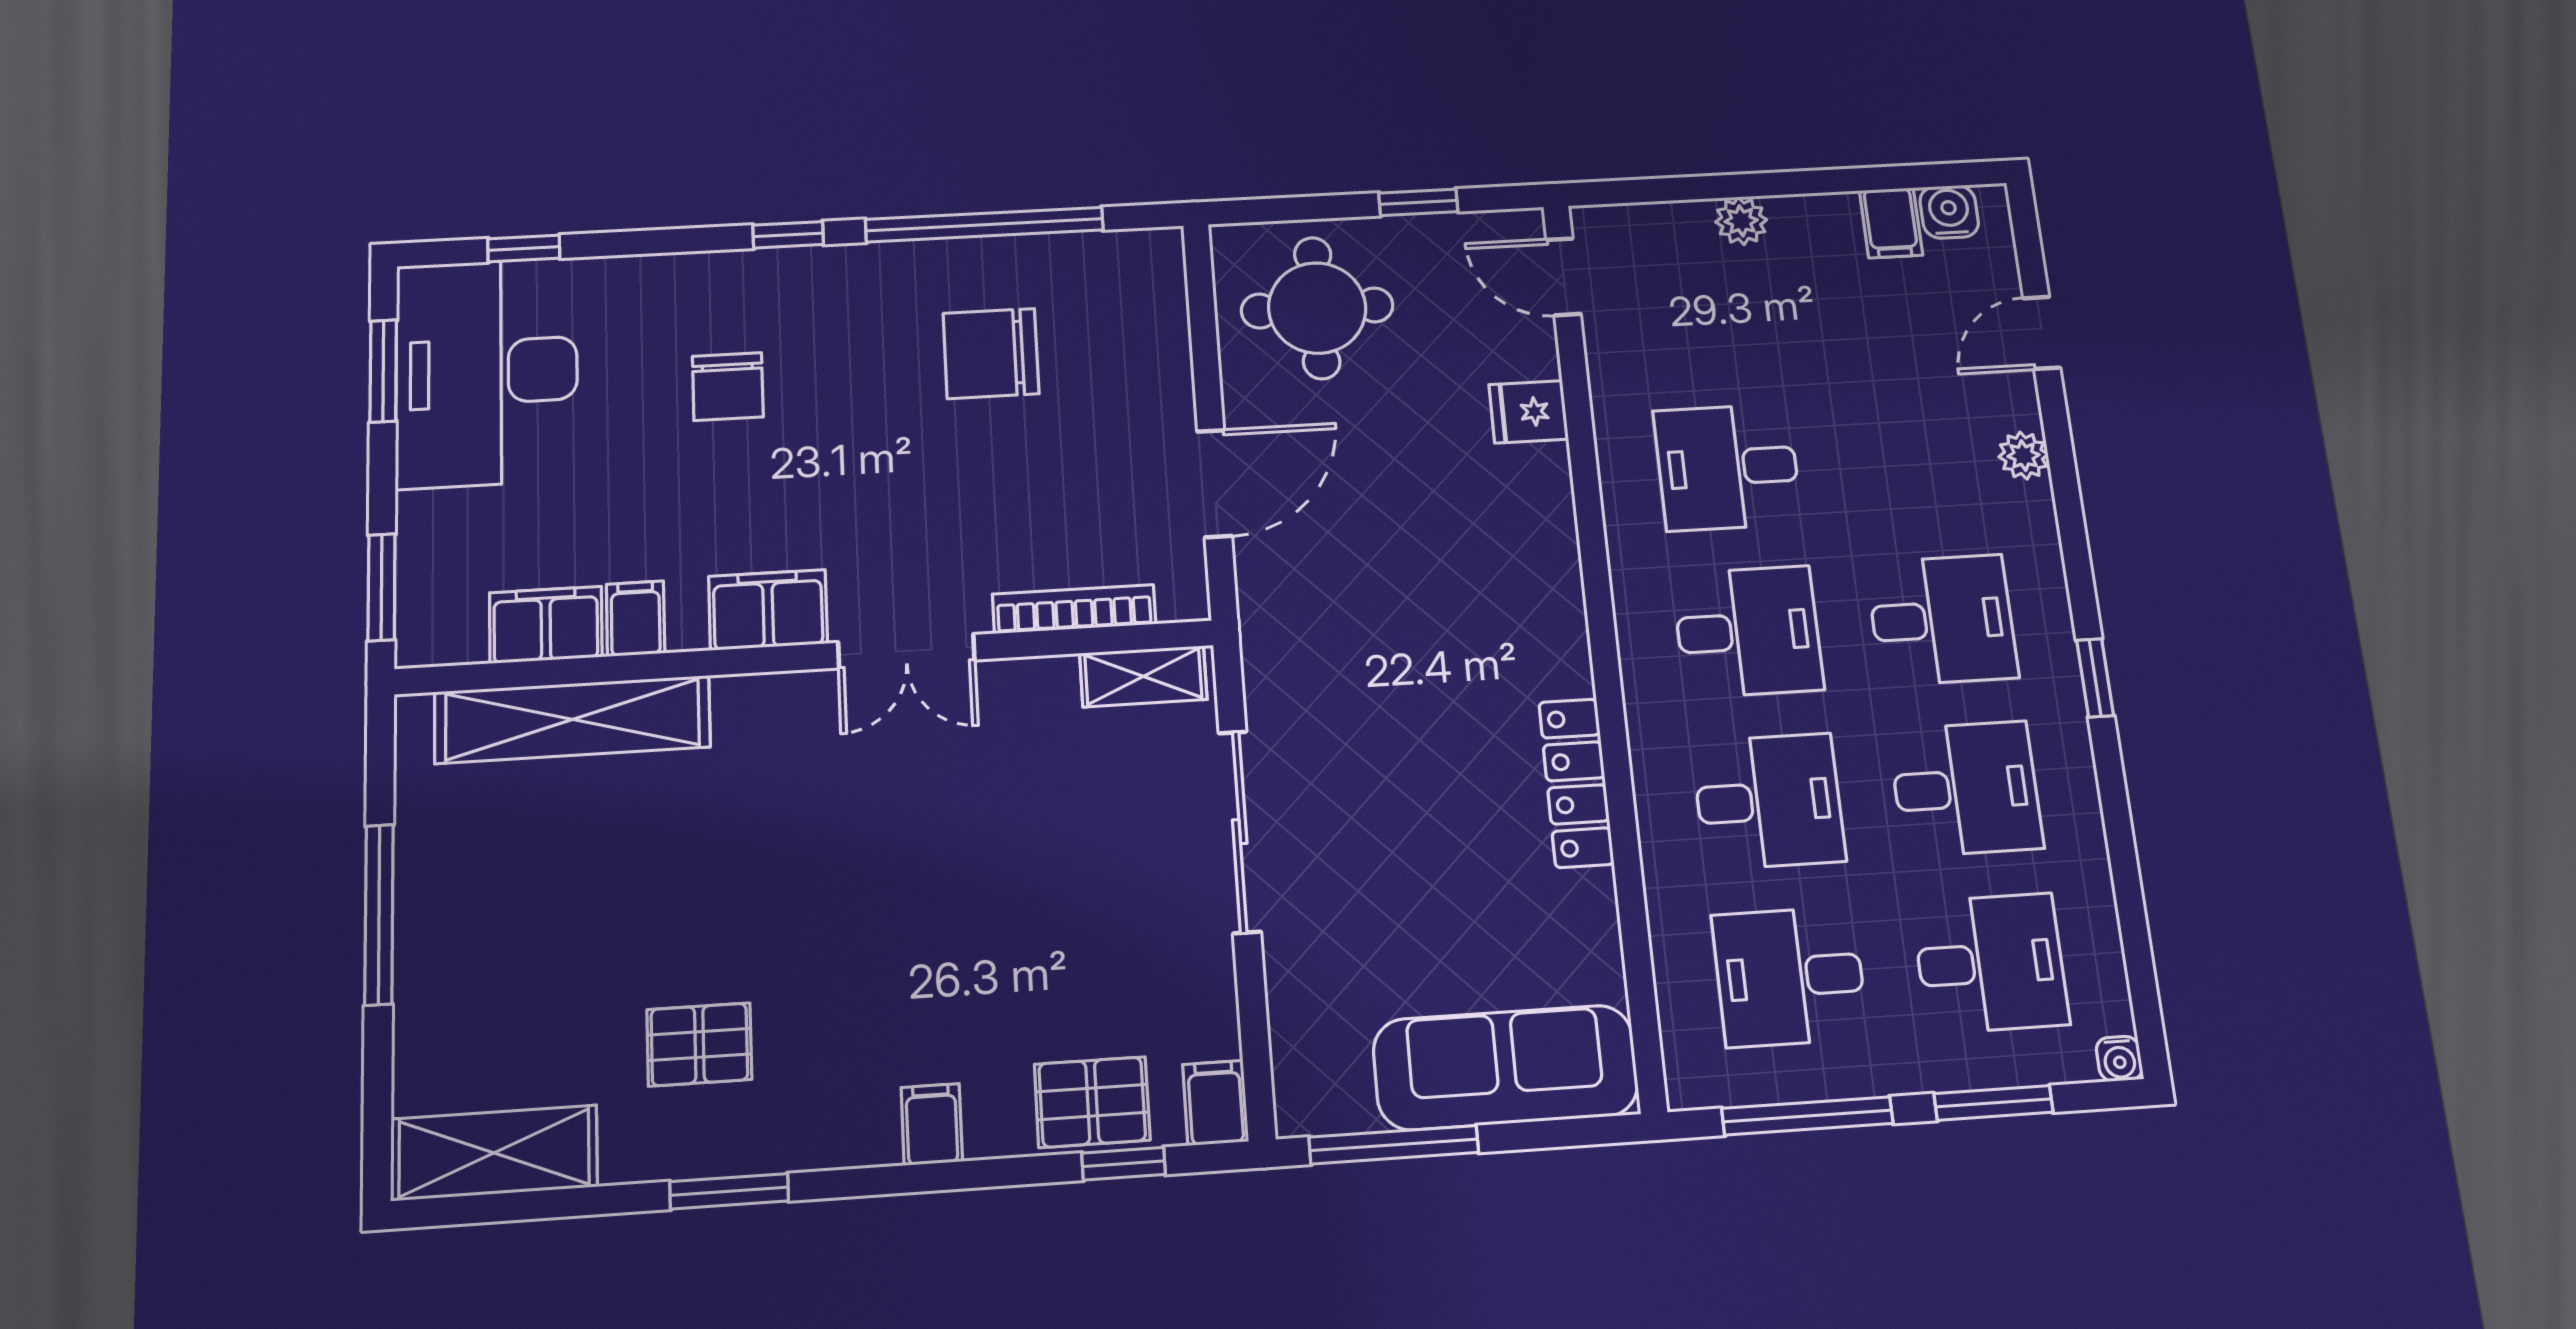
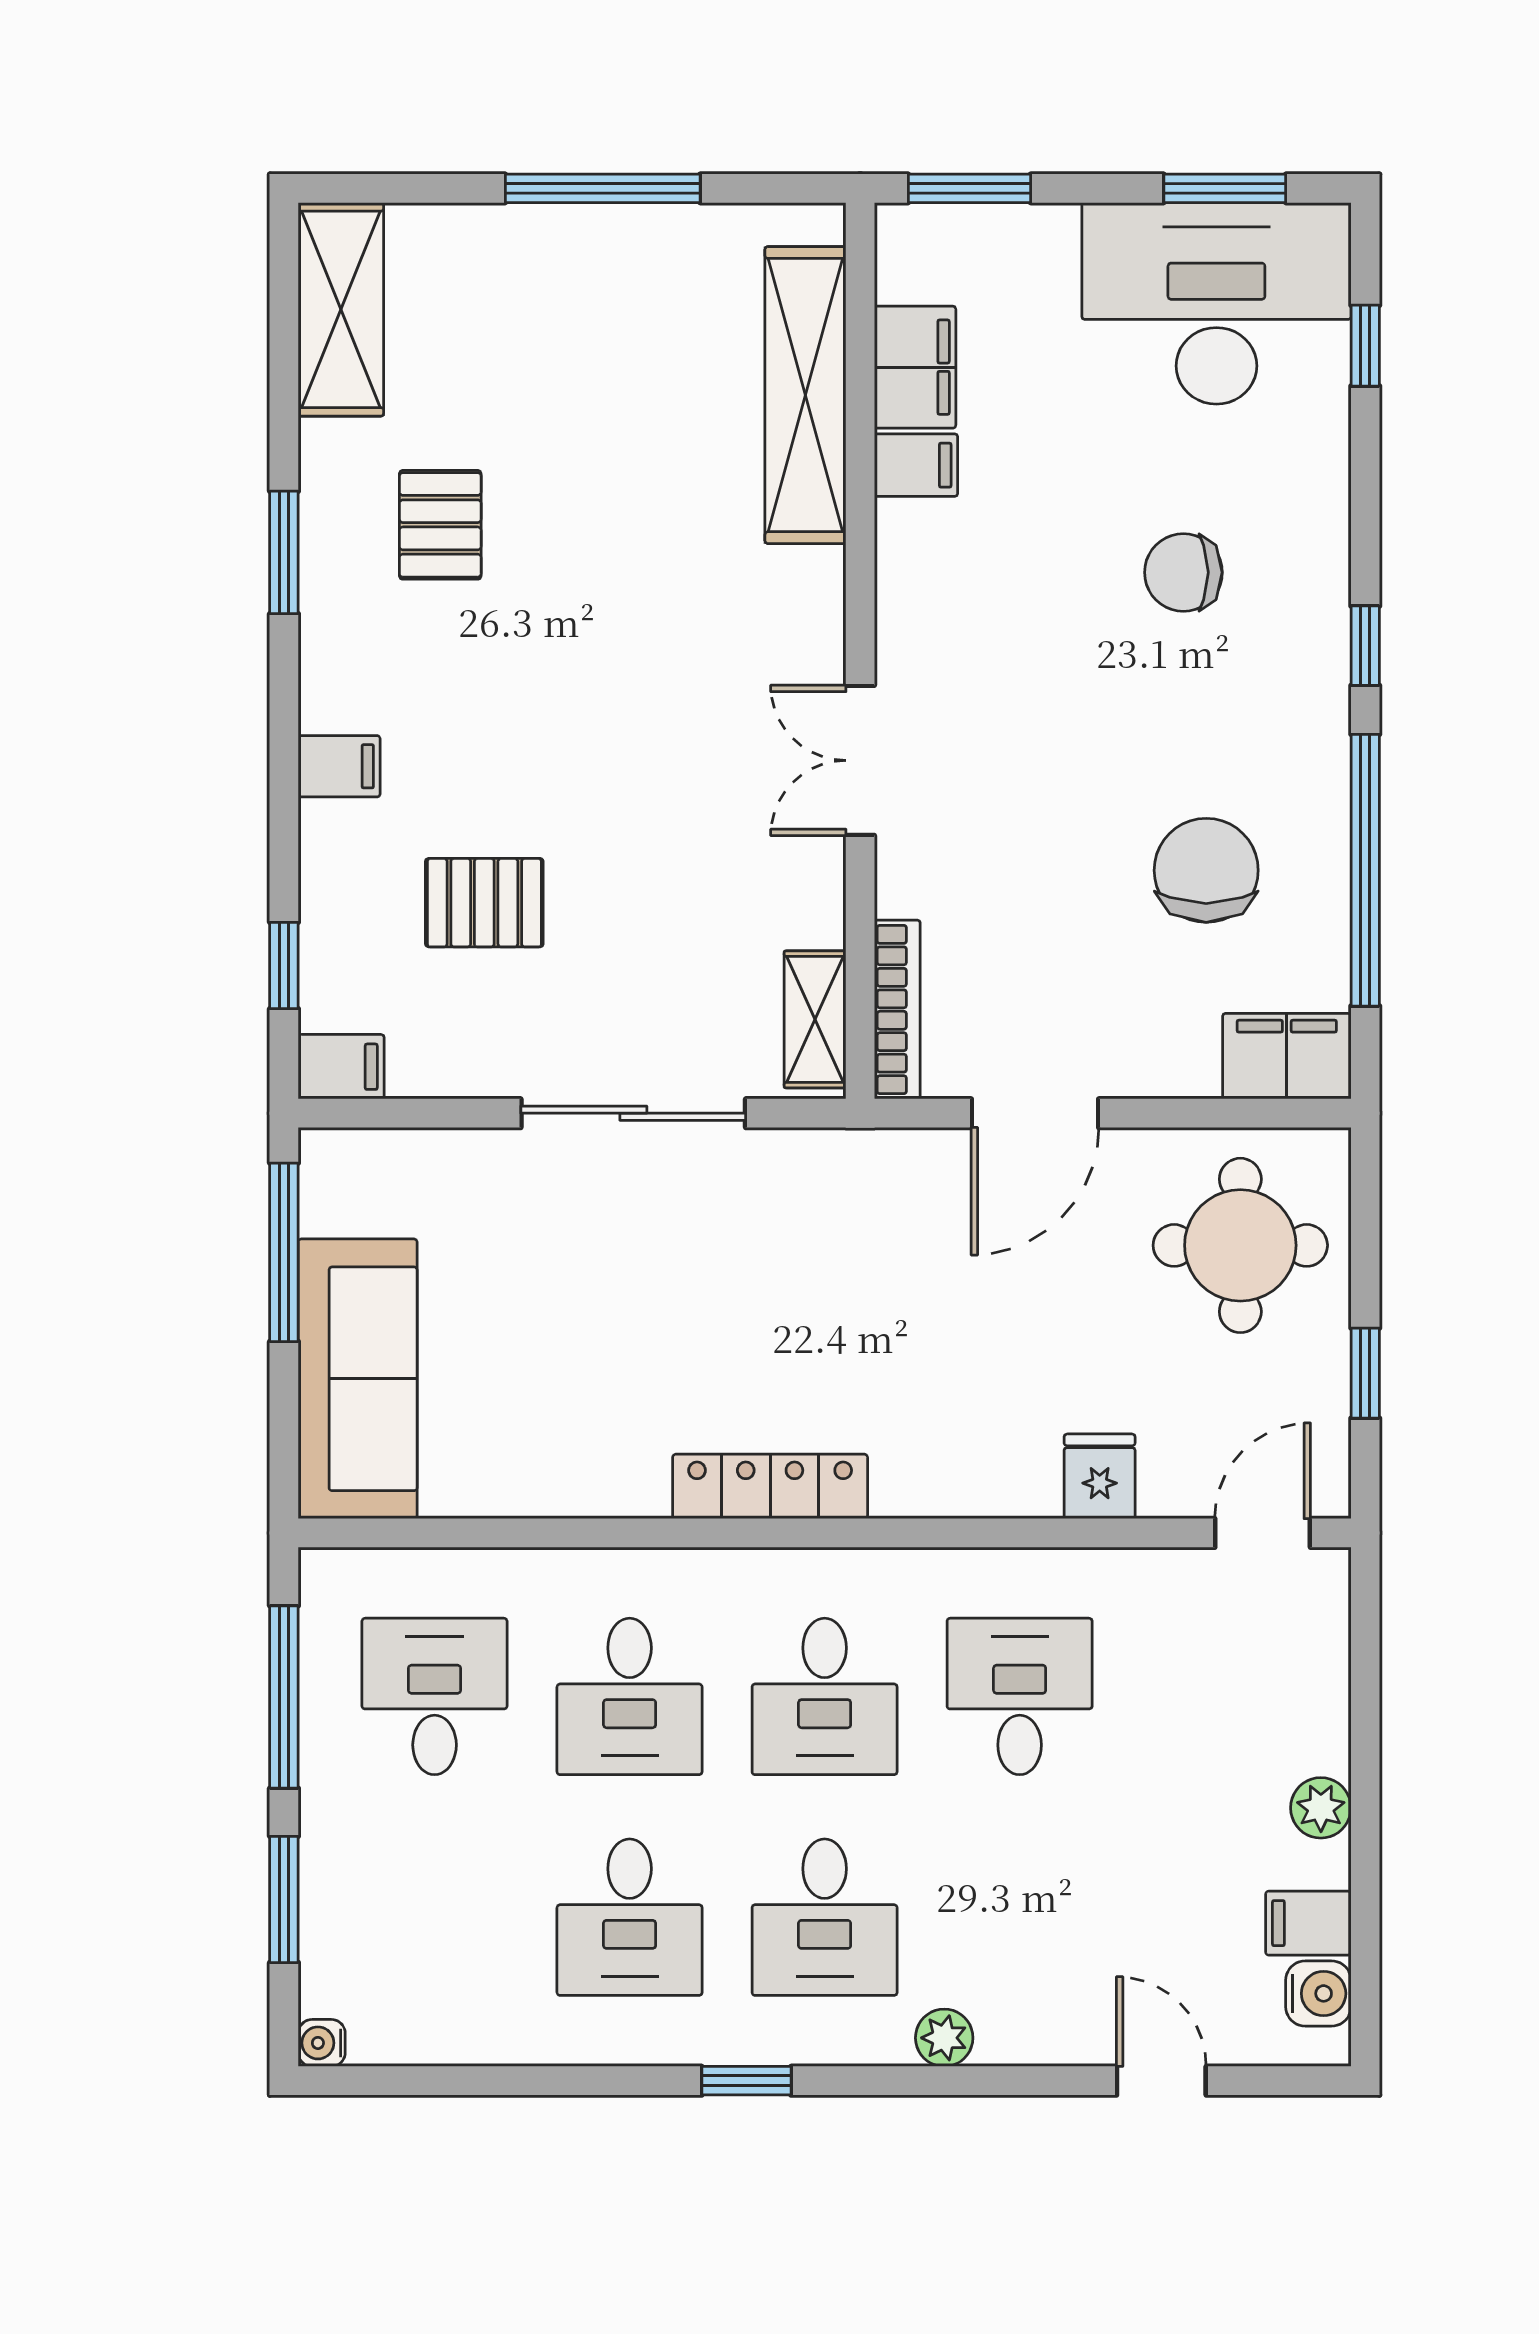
plant: (1741, 221) -> (1321, 1808), moved
plant: (2023, 456) -> (944, 2038), moved
door: (1214, 483) -> (1035, 1113), hinge flipped
bookcase: (1074, 609) -> (897, 1010), moved
filing cabinet: (768, 610) -> (1287, 1056), moved, turned -90
locker: (1576, 783) -> (770, 1486), moved
desk: (1990, 963) -> (435, 1917), removed
pallet: (1092, 1102) -> (484, 903), moved, turned 90

